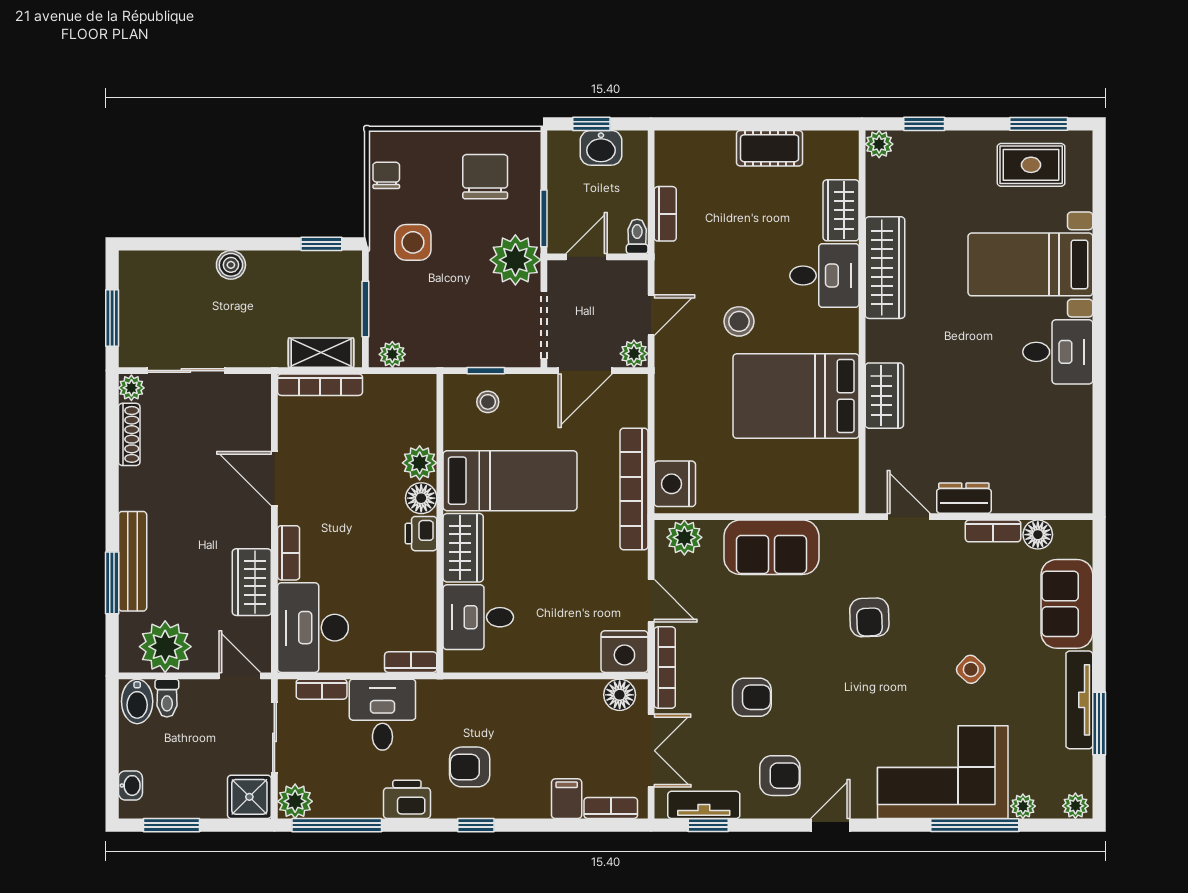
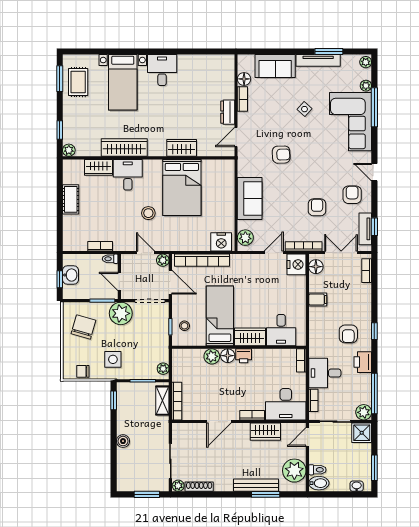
chair: (485, 177) -> (83, 327), turned 106
bookcase: (634, 489) -> (202, 260), moved
filing cabinet: (567, 799) -> (318, 299), moved, turned 180

